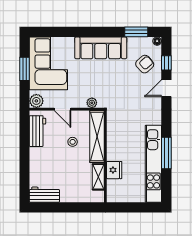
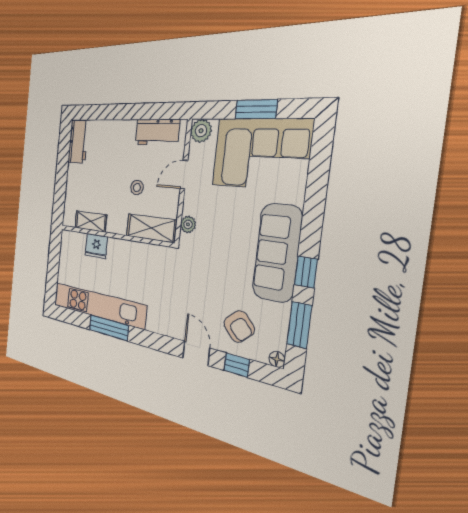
window: (108, 32) -> (306, 272), added
shelving: (97, 136) -> (151, 228), width x0.68

